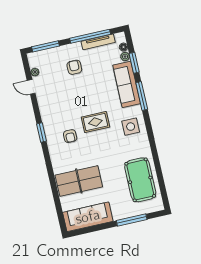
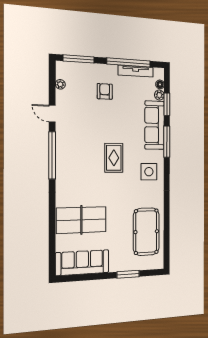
door: (31, 87) -> (52, 114), moved
rug: (95, 122) -> (114, 158), turned 90
window: (42, 133) -> (52, 155), width x2.11
armchair: (70, 136) -> (83, 167), removed
window: (132, 220) -> (128, 274), width x0.69

